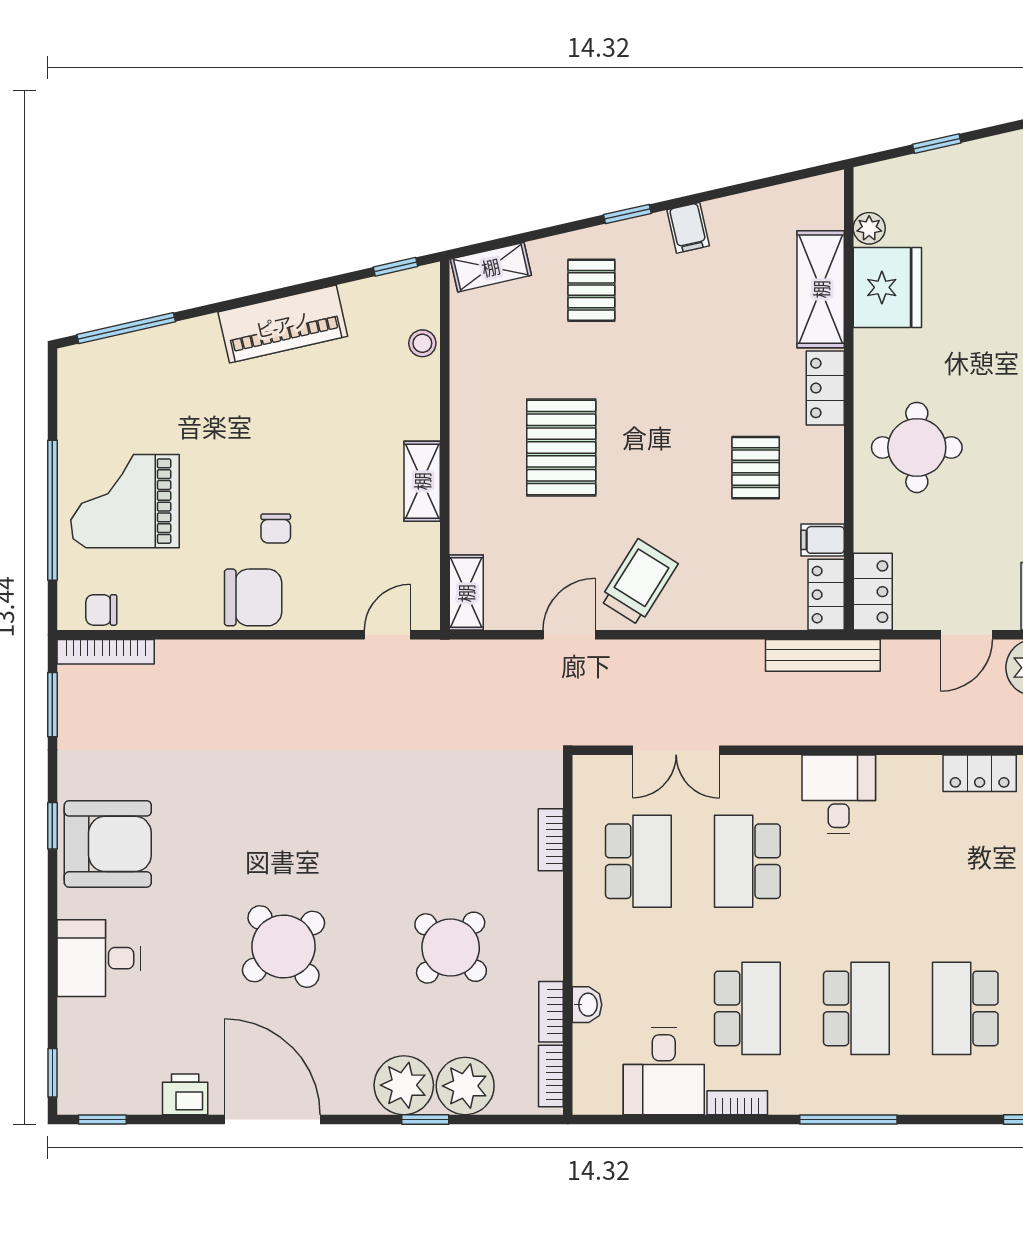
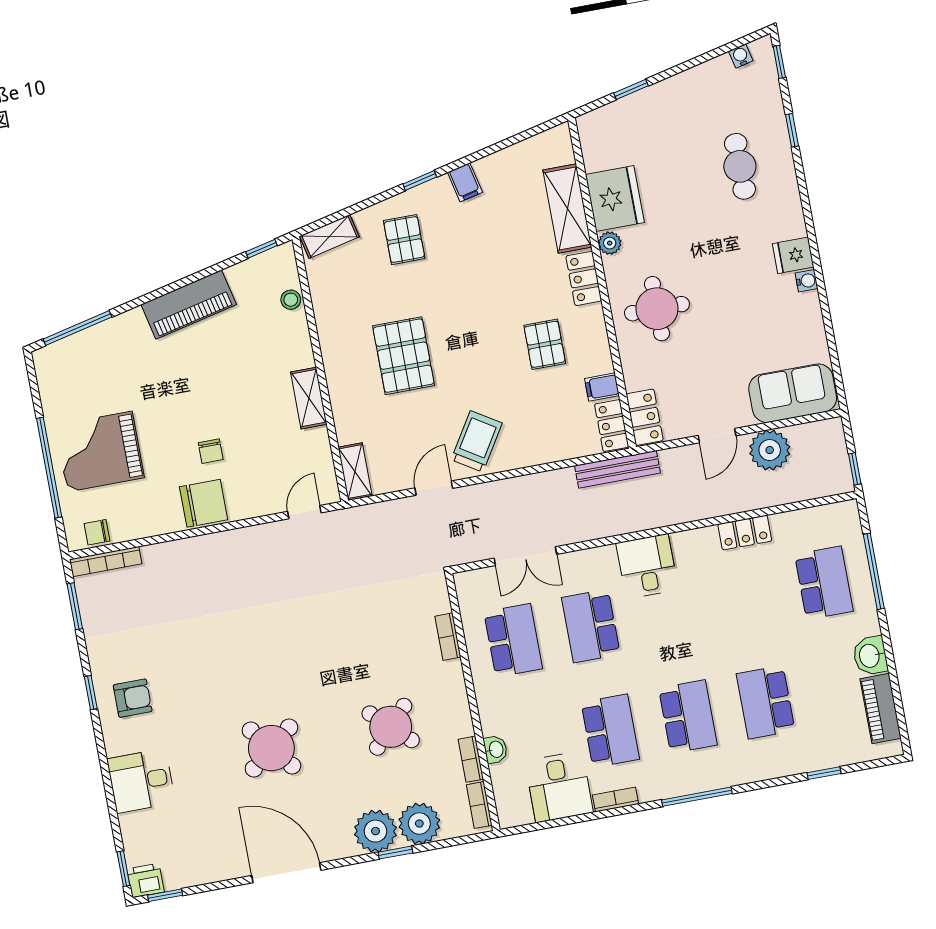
plant: (869, 228) -> (610, 243), moved
armchair: (108, 844) -> (133, 698), width x0.53, depth x0.53
printer: (185, 1094) -> (146, 880), moved

